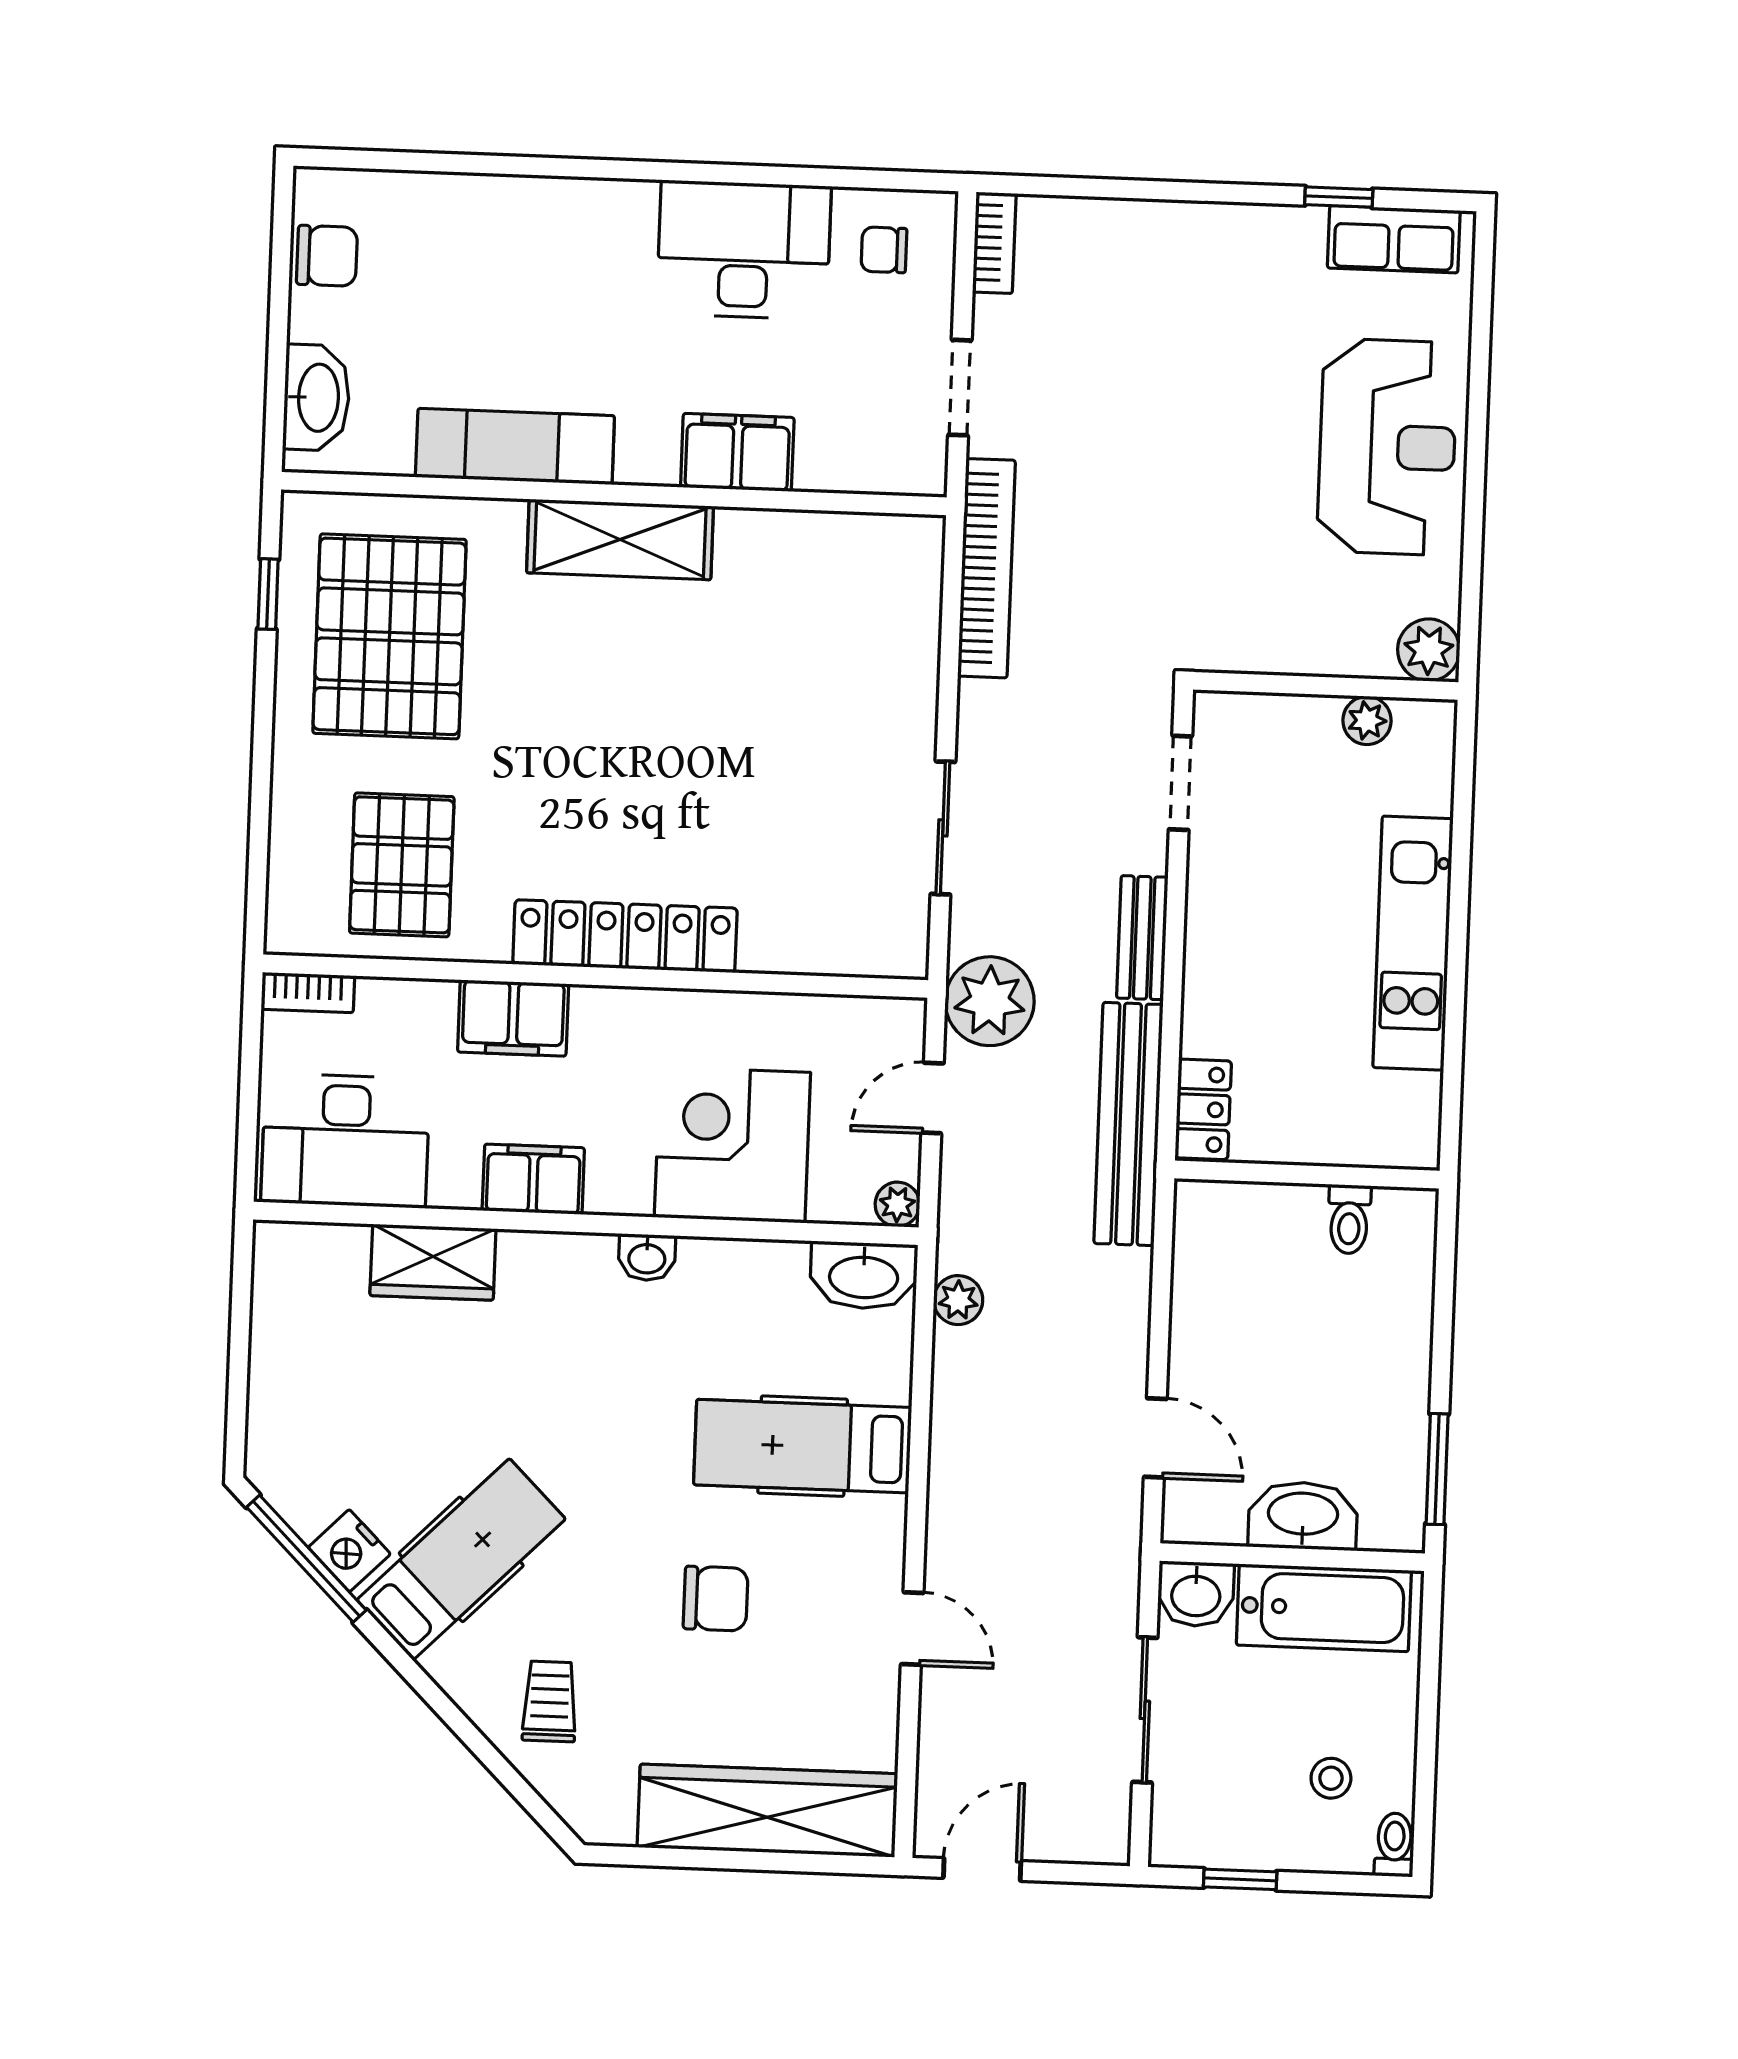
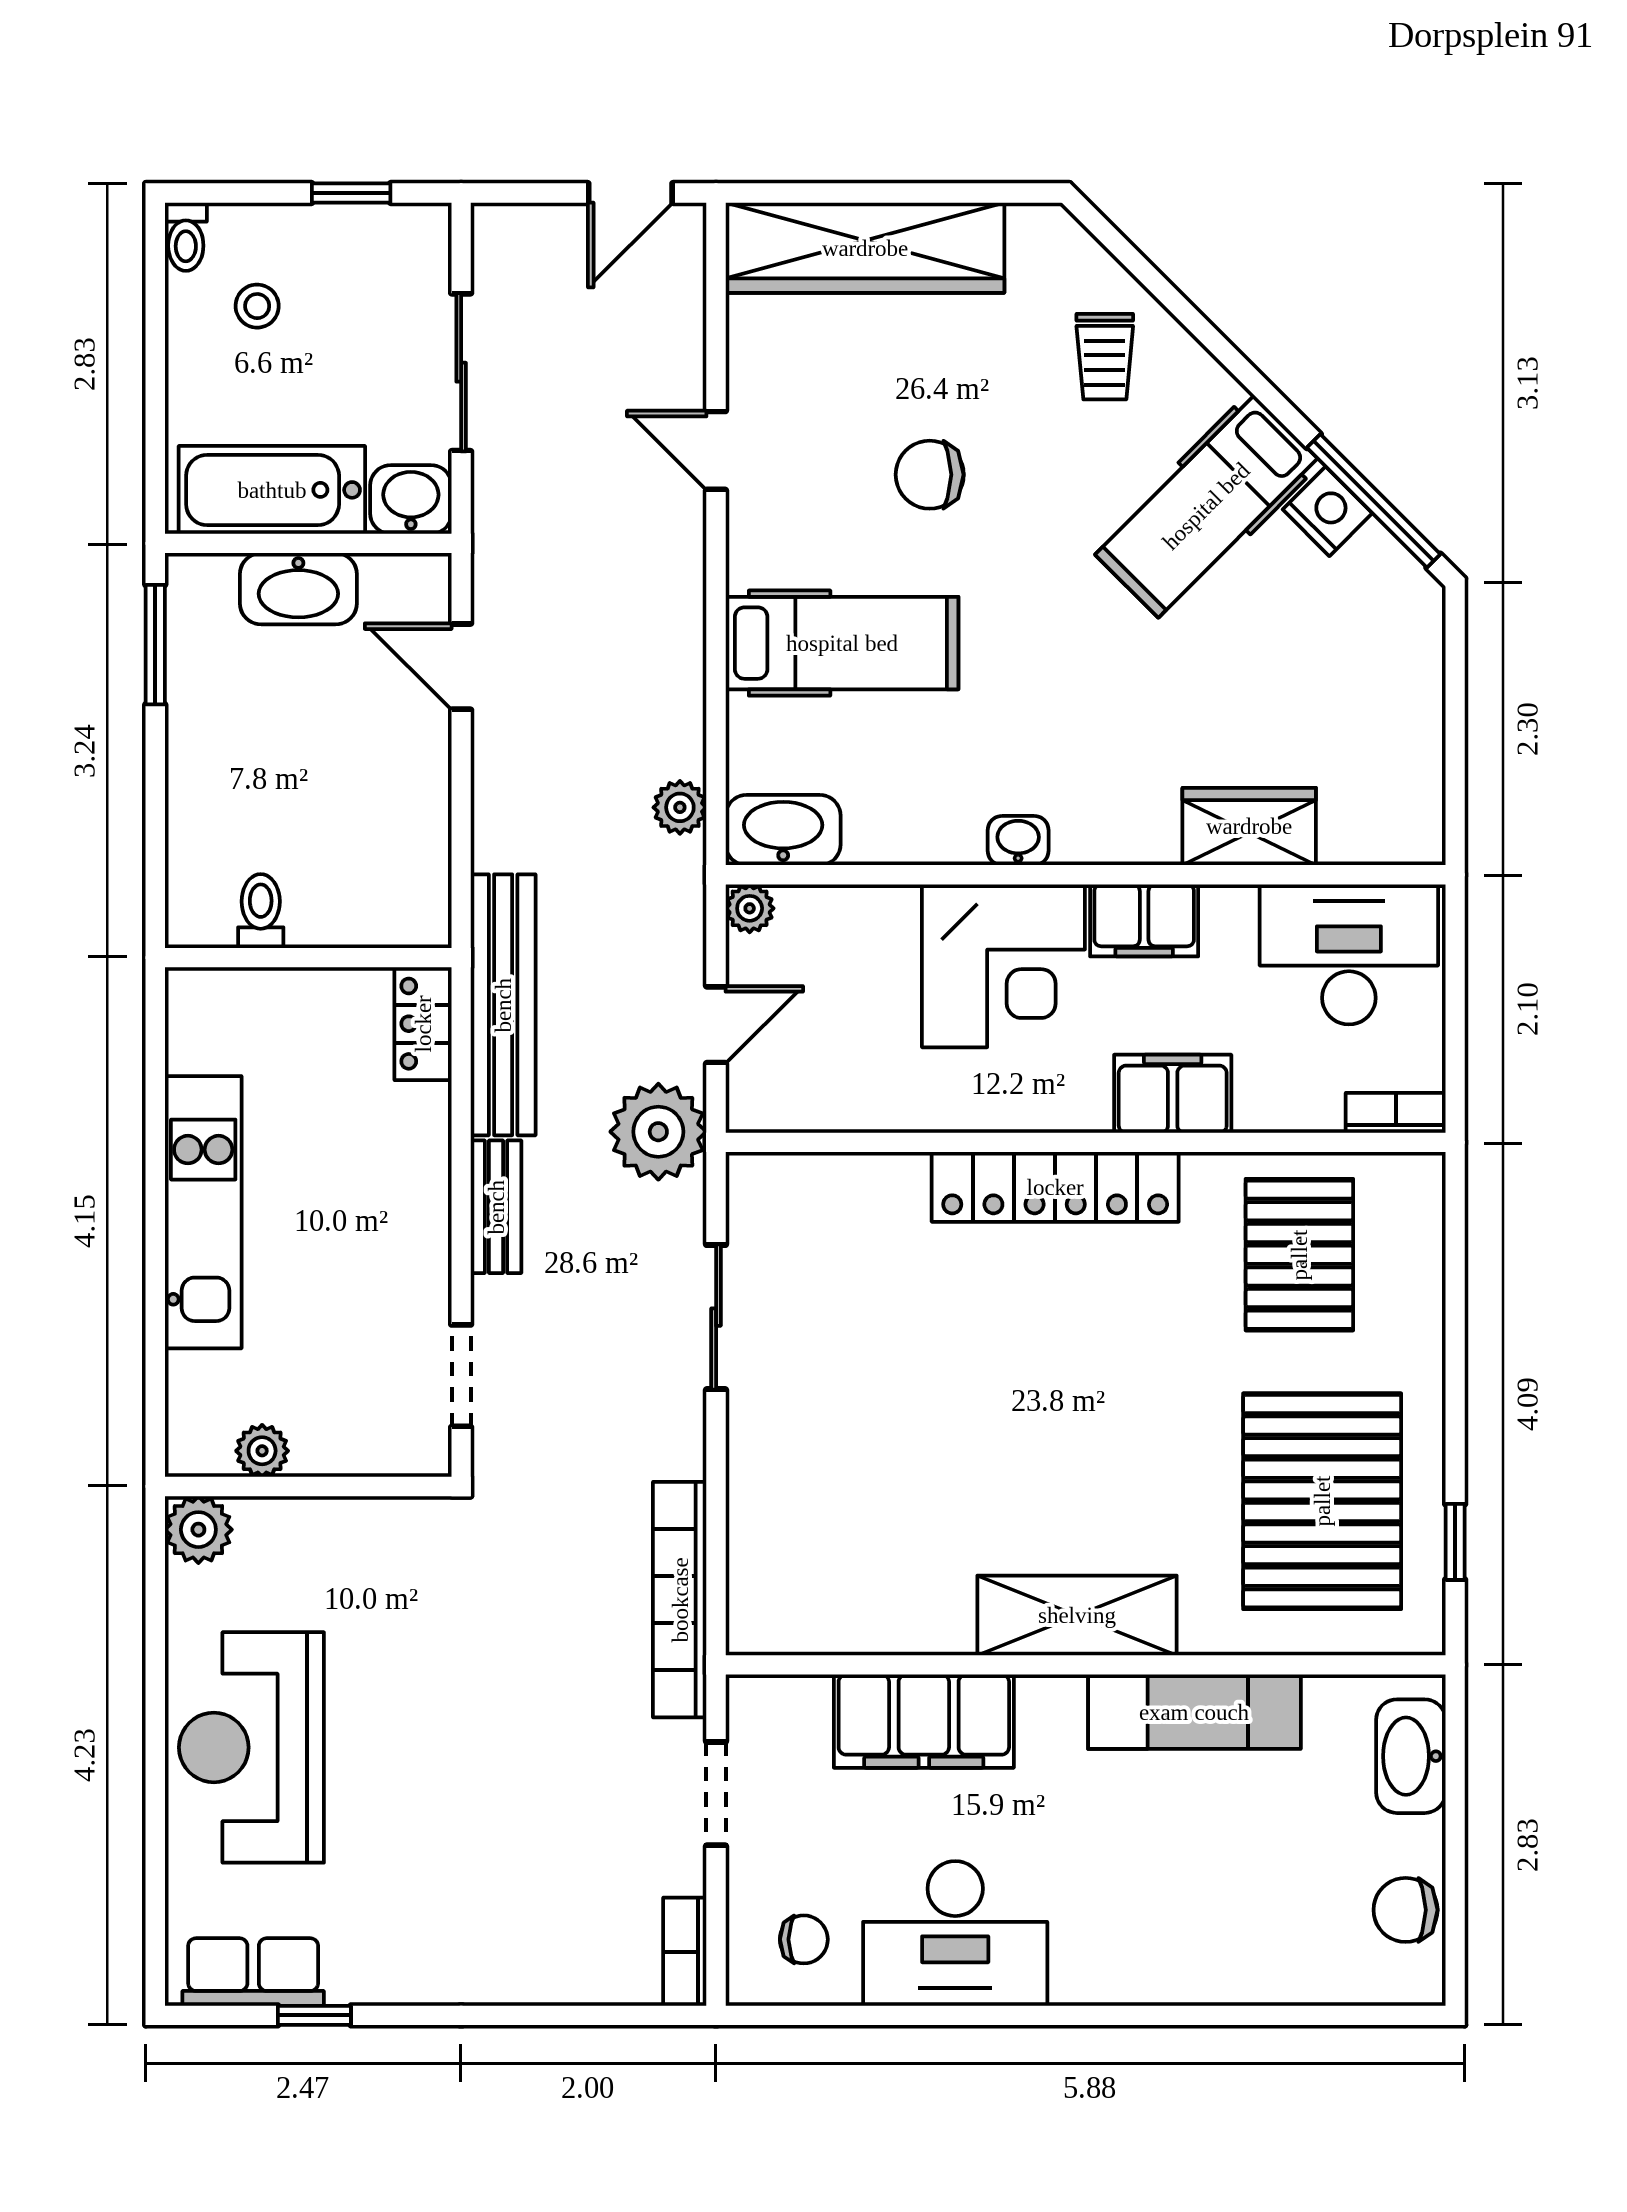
filing cabinet: (737, 452) -> (924, 1721), width x1.50, depth x1.17
corner desk: (732, 1145) -> (1003, 966), moved

